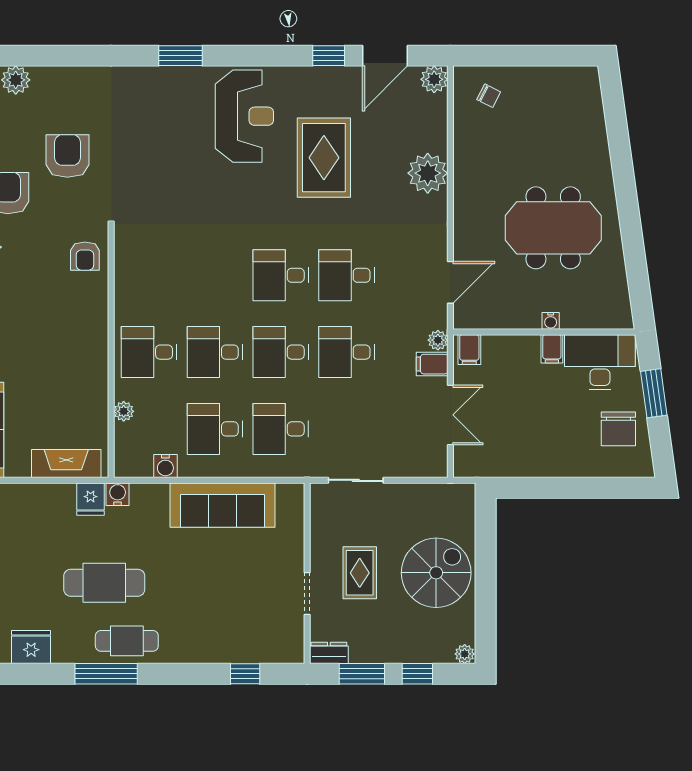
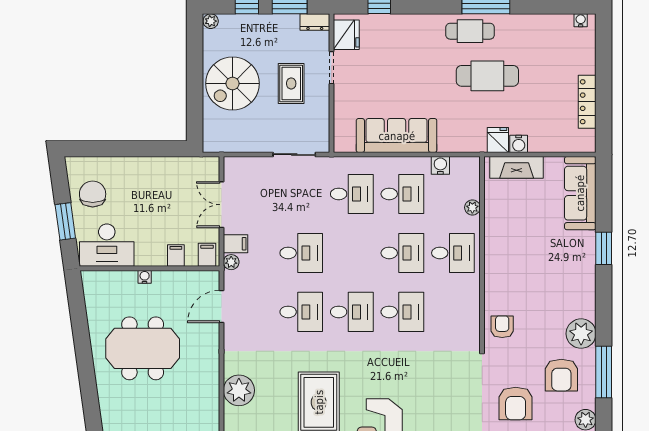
filing cabinet: (552, 349) -> (176, 255), moved
desk: (281, 352) -> (402, 312), moved
water cooler: (118, 494) -> (519, 144), moved
fridge: (31, 647) -> (346, 35), moved, turned -90

